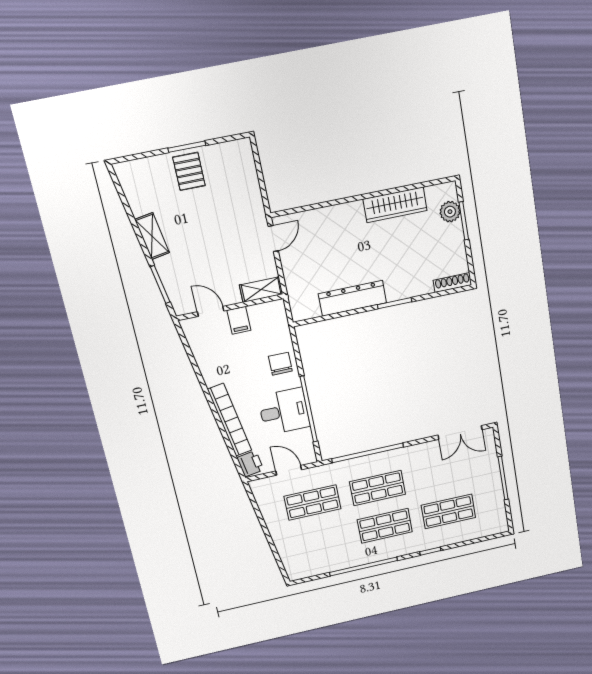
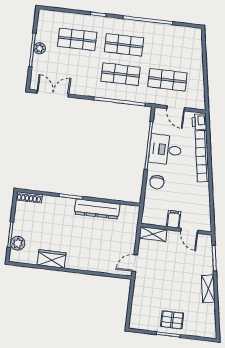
pallet: (189, 171) -> (172, 320), turned 90
wardrobe: (395, 205) -> (52, 259), width x0.67
plant: (494, 483) -> (40, 48), added

